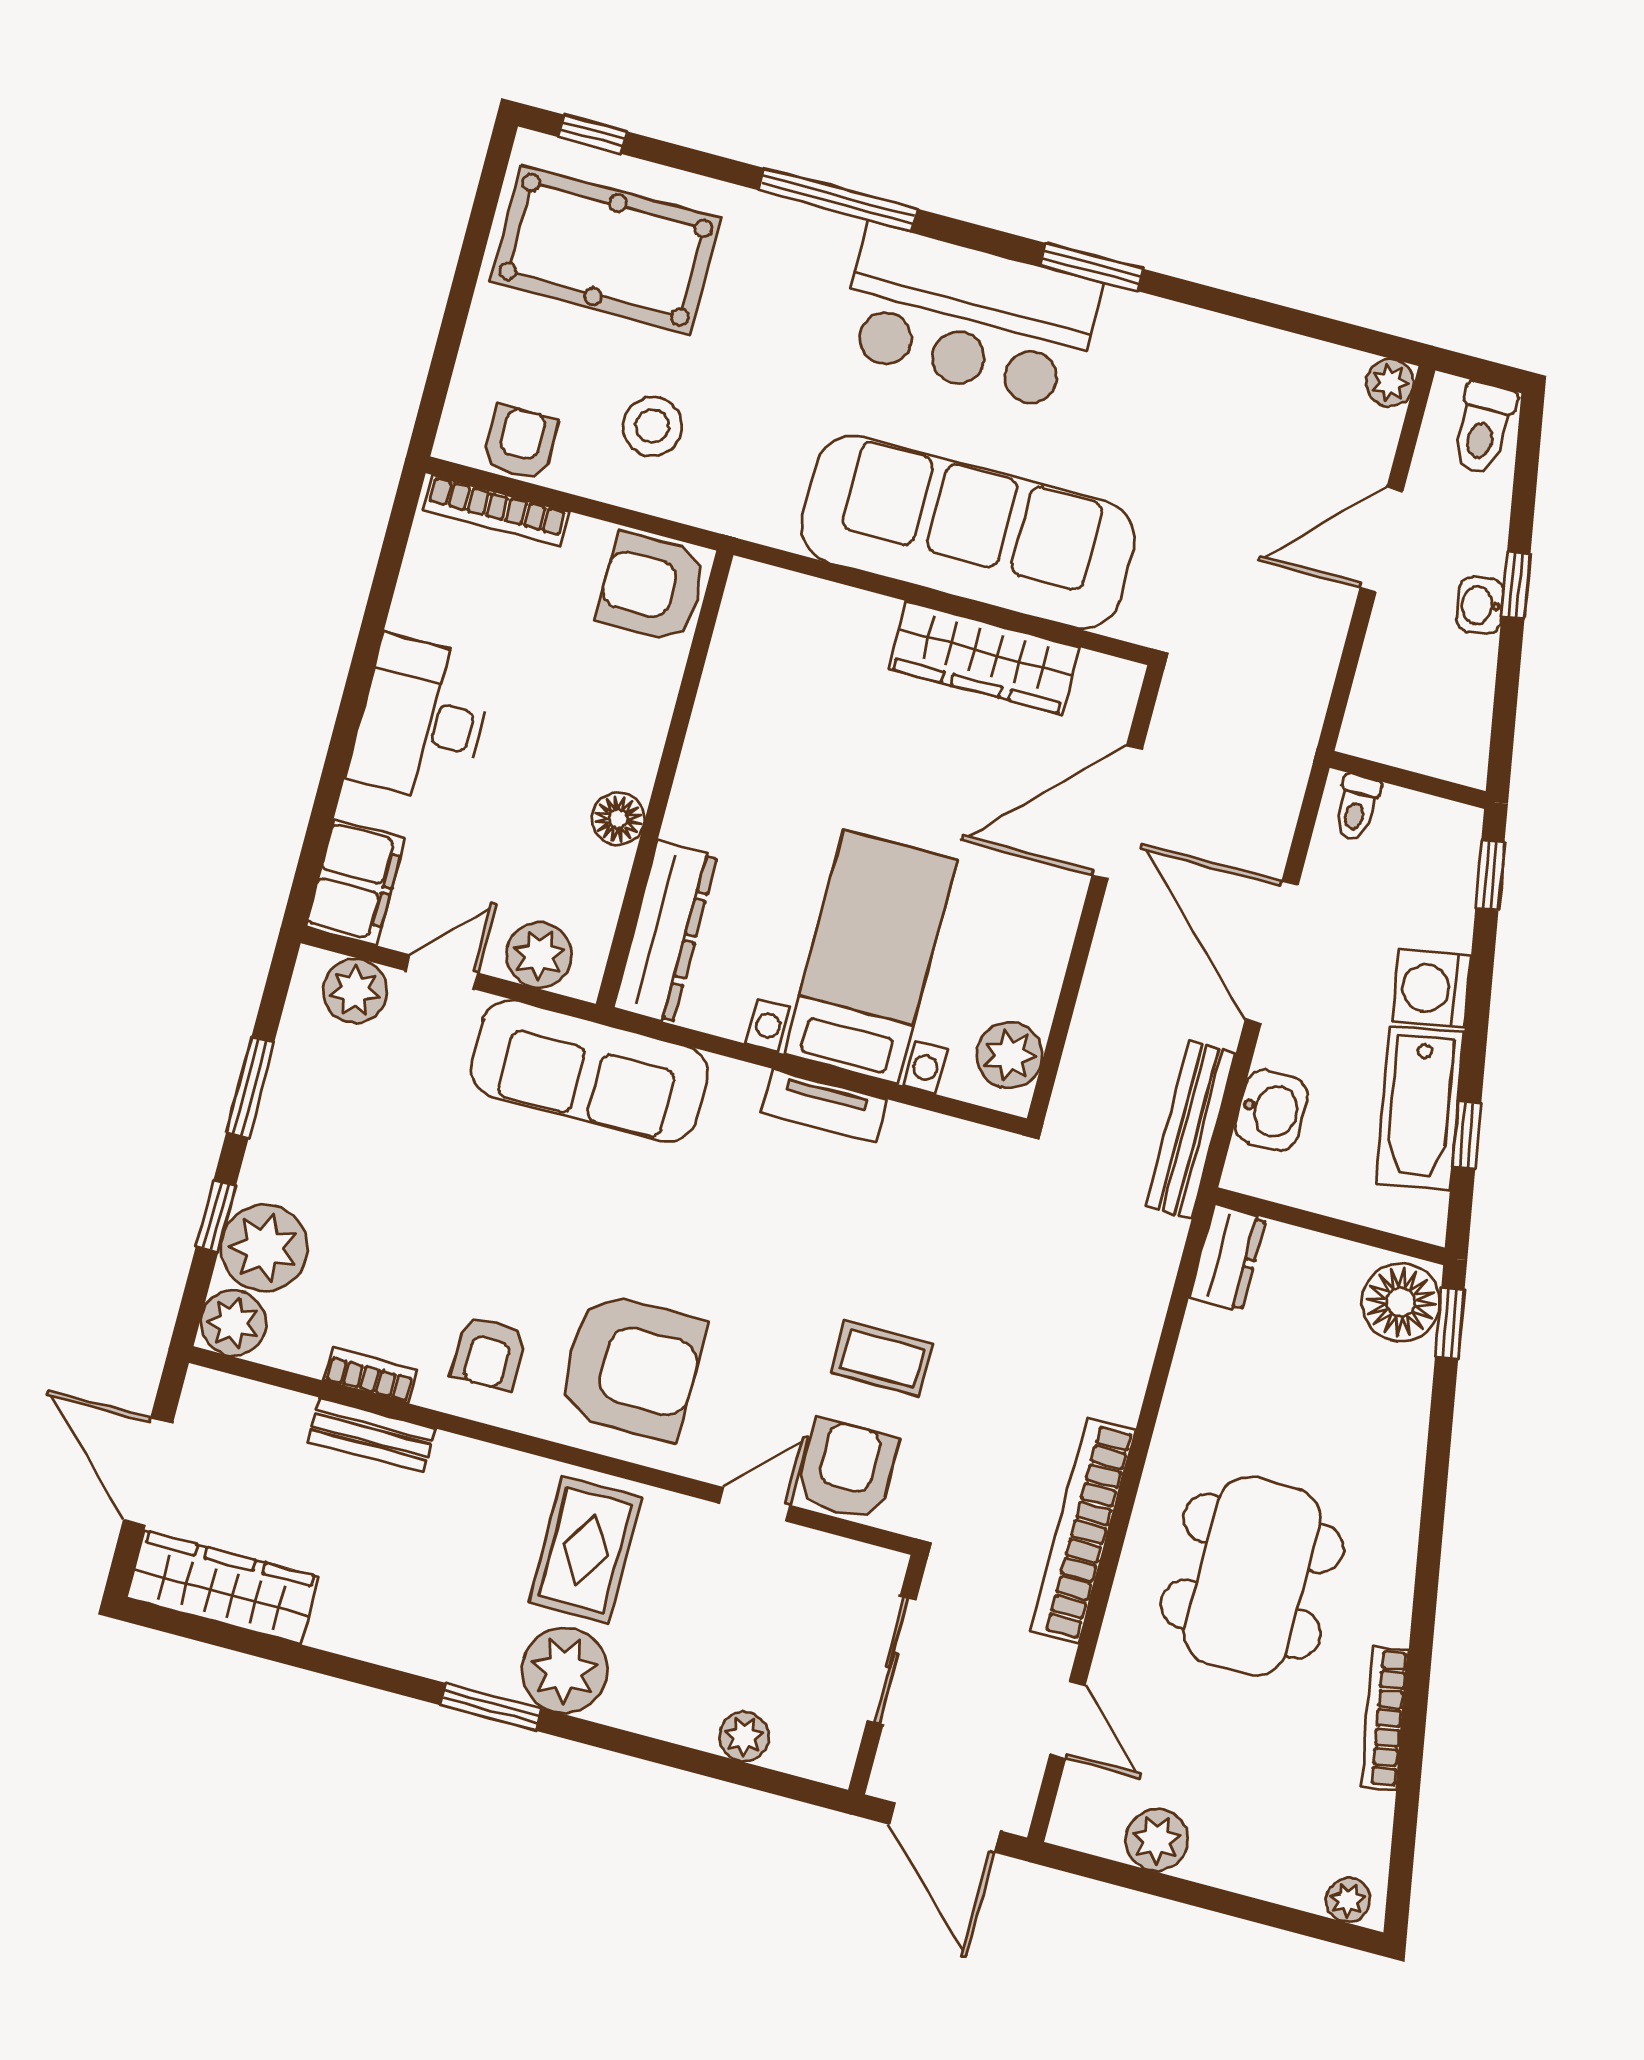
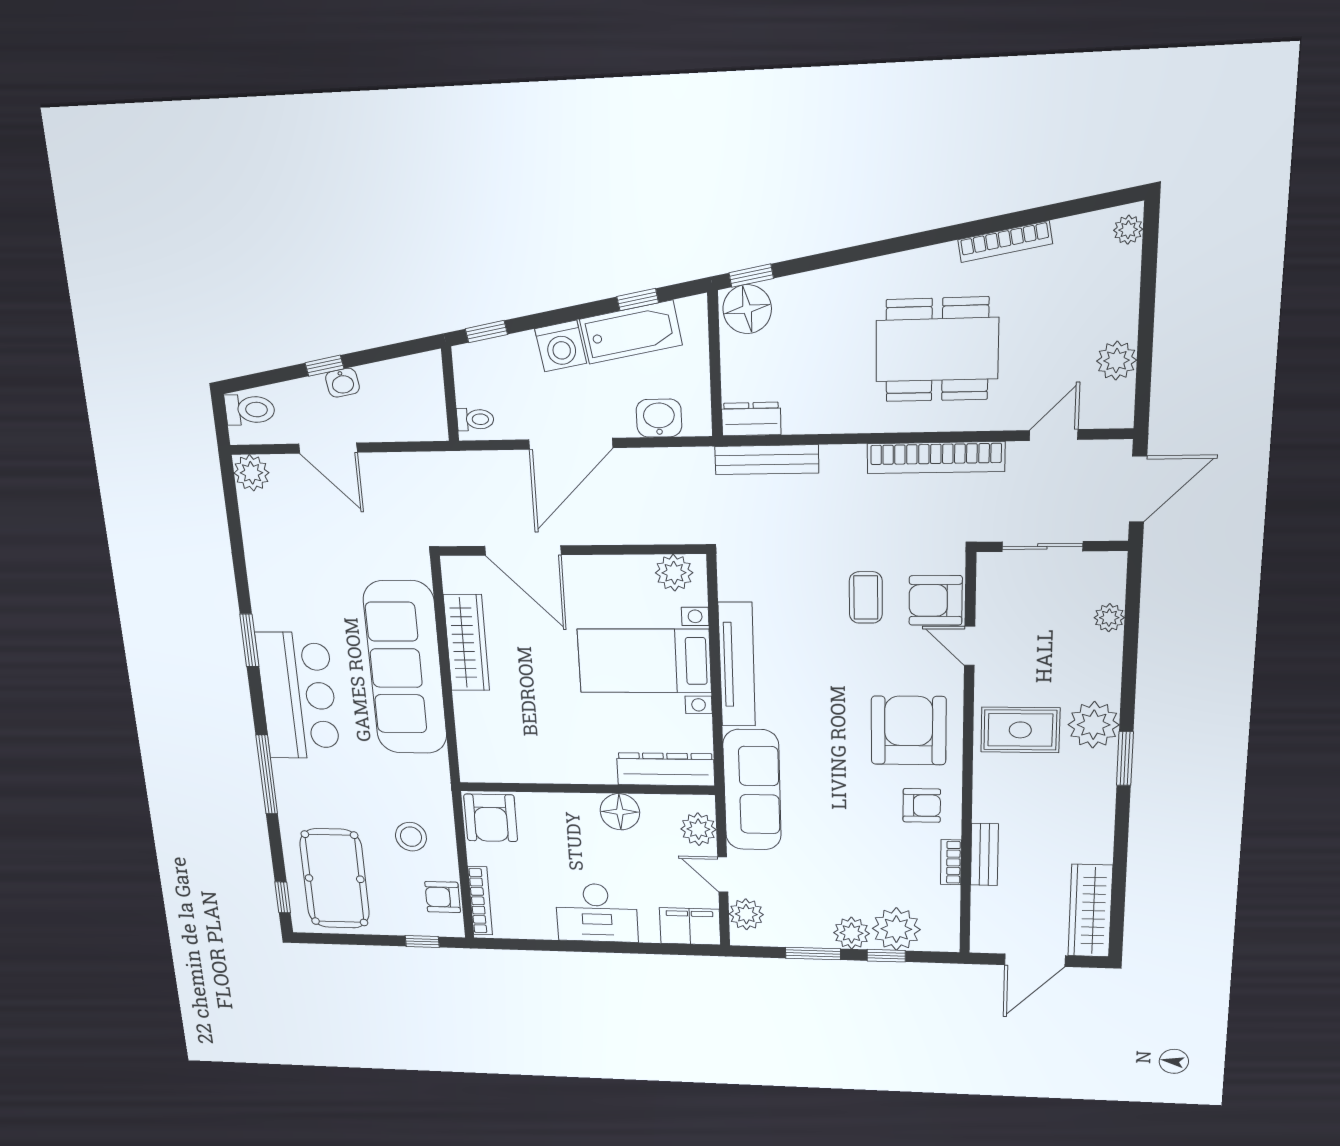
window: (441, 371) -> (422, 941), added
plant: (1390, 383) -> (251, 473), width x1.38, depth x1.38
floor lamp: (618, 819) -> (620, 812), width x1.38, depth x1.38
tv unit: (824, 1106) -> (737, 665), width x1.92, depth x1.29
bench: (1191, 1130) -> (767, 460), moved
plant: (233, 1323) -> (851, 933), moved

